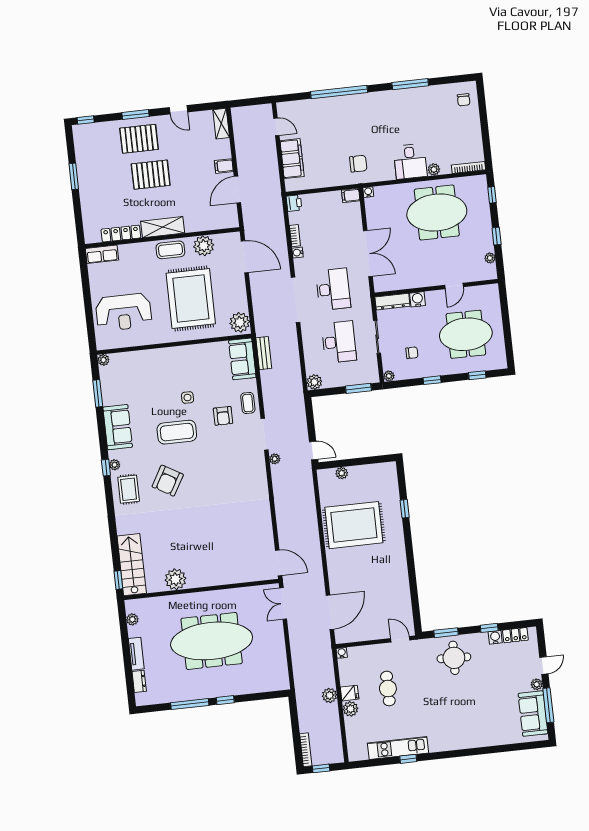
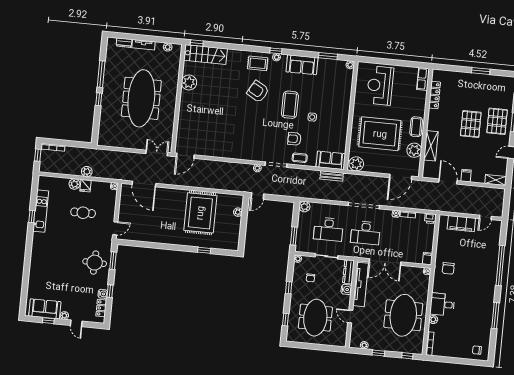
shelving: (163, 227) -> (431, 146), moved
tv unit: (406, 281) -> (361, 284), added
window: (548, 705) -> (48, 321), width x0.46

